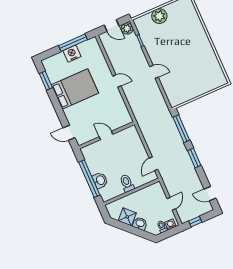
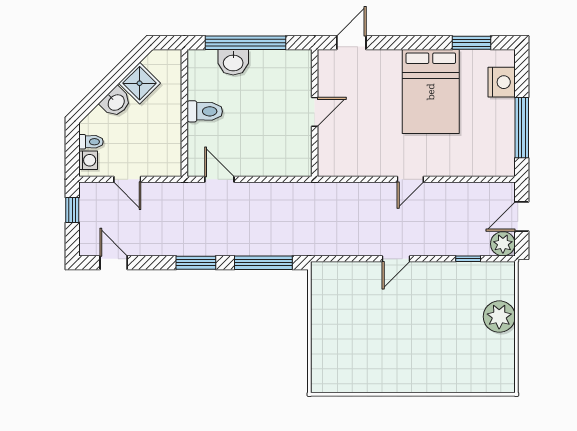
nightstand: (72, 54) -> (502, 82), moved
door: (210, 194) -> (114, 263), hinge flipped

